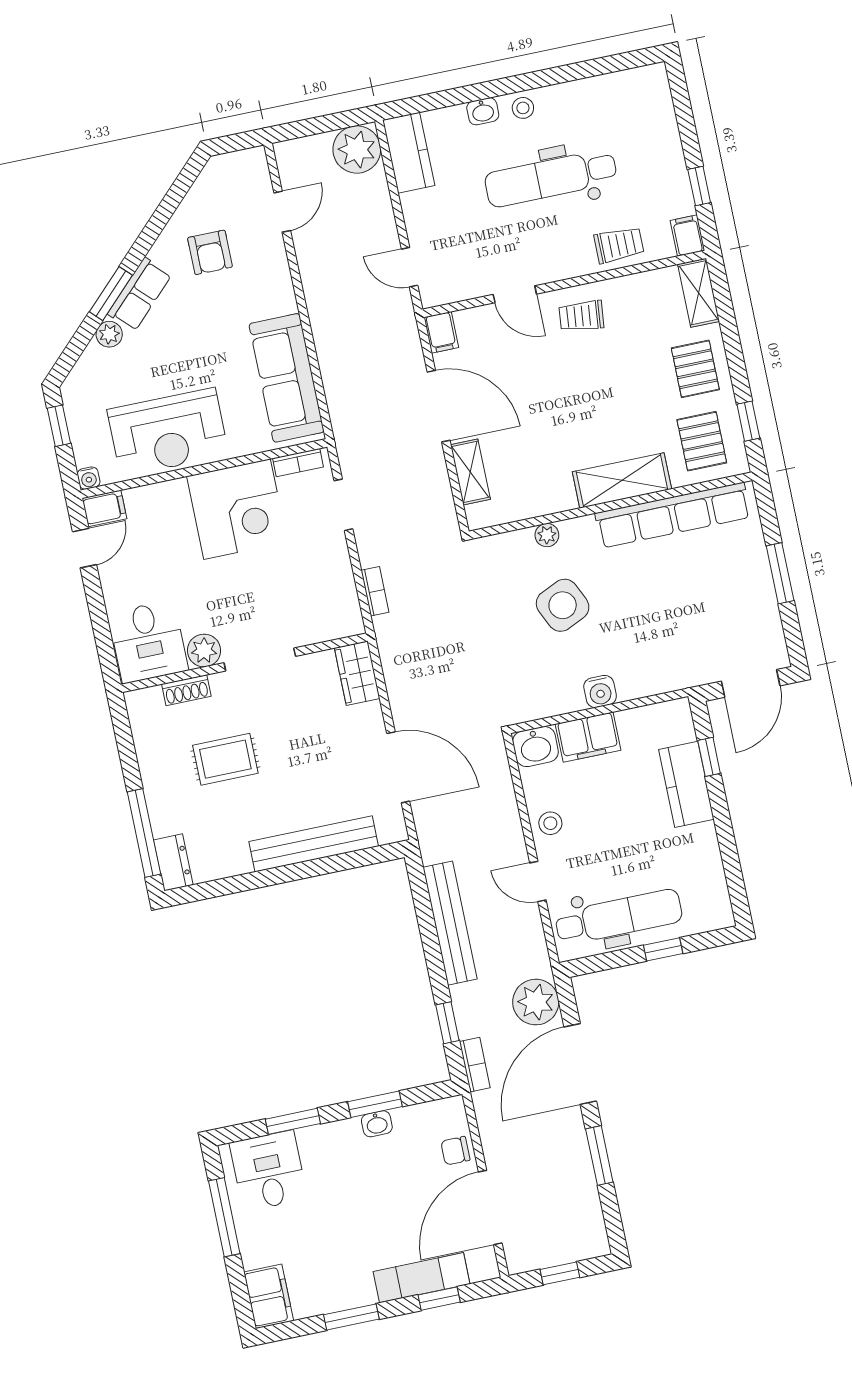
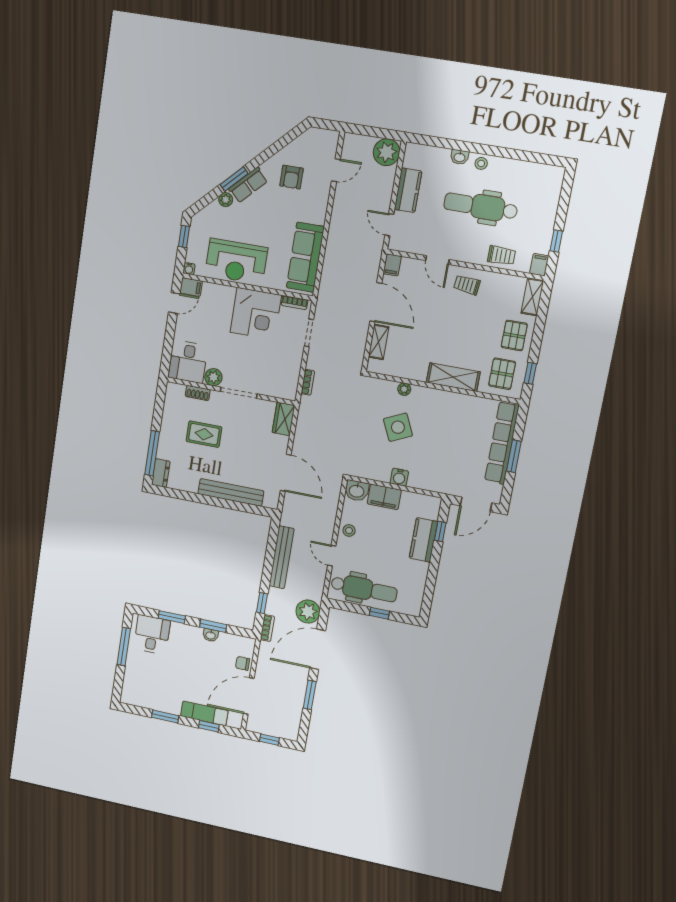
kitchen counter: (409, 153) -> (408, 190), moved
row of seats: (673, 515) -> (502, 443), moved, turned 90
filing cabinet: (269, 1296) -> (131, 691), removed

